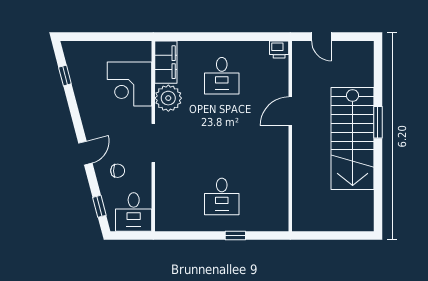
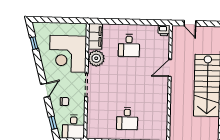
corner desk: (129, 84) -> (68, 54), width x1.36, depth x1.36

